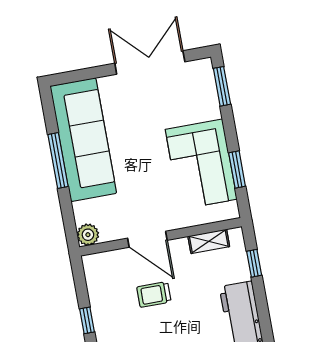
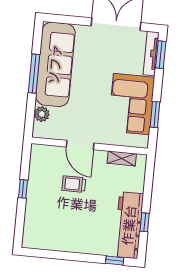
tv unit: (208, 88) -> (151, 54), added
plant: (88, 235) -> (42, 114), moved
window: (254, 263) -> (145, 222), moved

